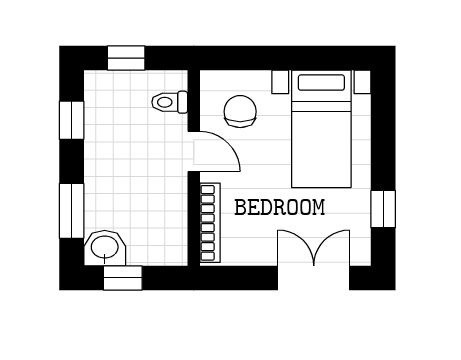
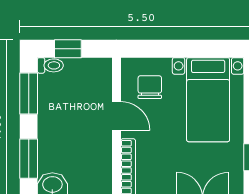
toilet: (170, 102) -> (50, 65), moved, turned 180
window: (72, 120) -> (29, 93), width x1.50

